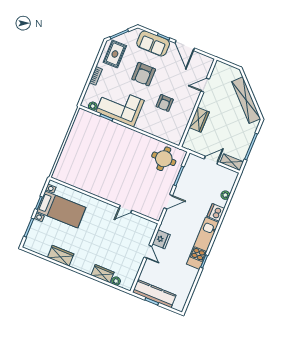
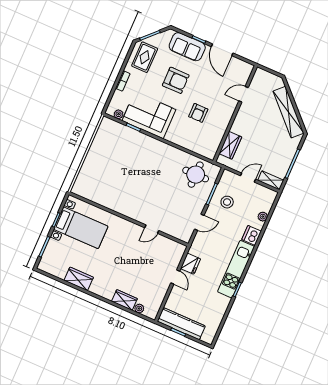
armchair: (144, 74) -> (176, 80), turned -90
wardrobe: (199, 120) -> (230, 145), moved
stool: (193, 183) -> (227, 202), added

